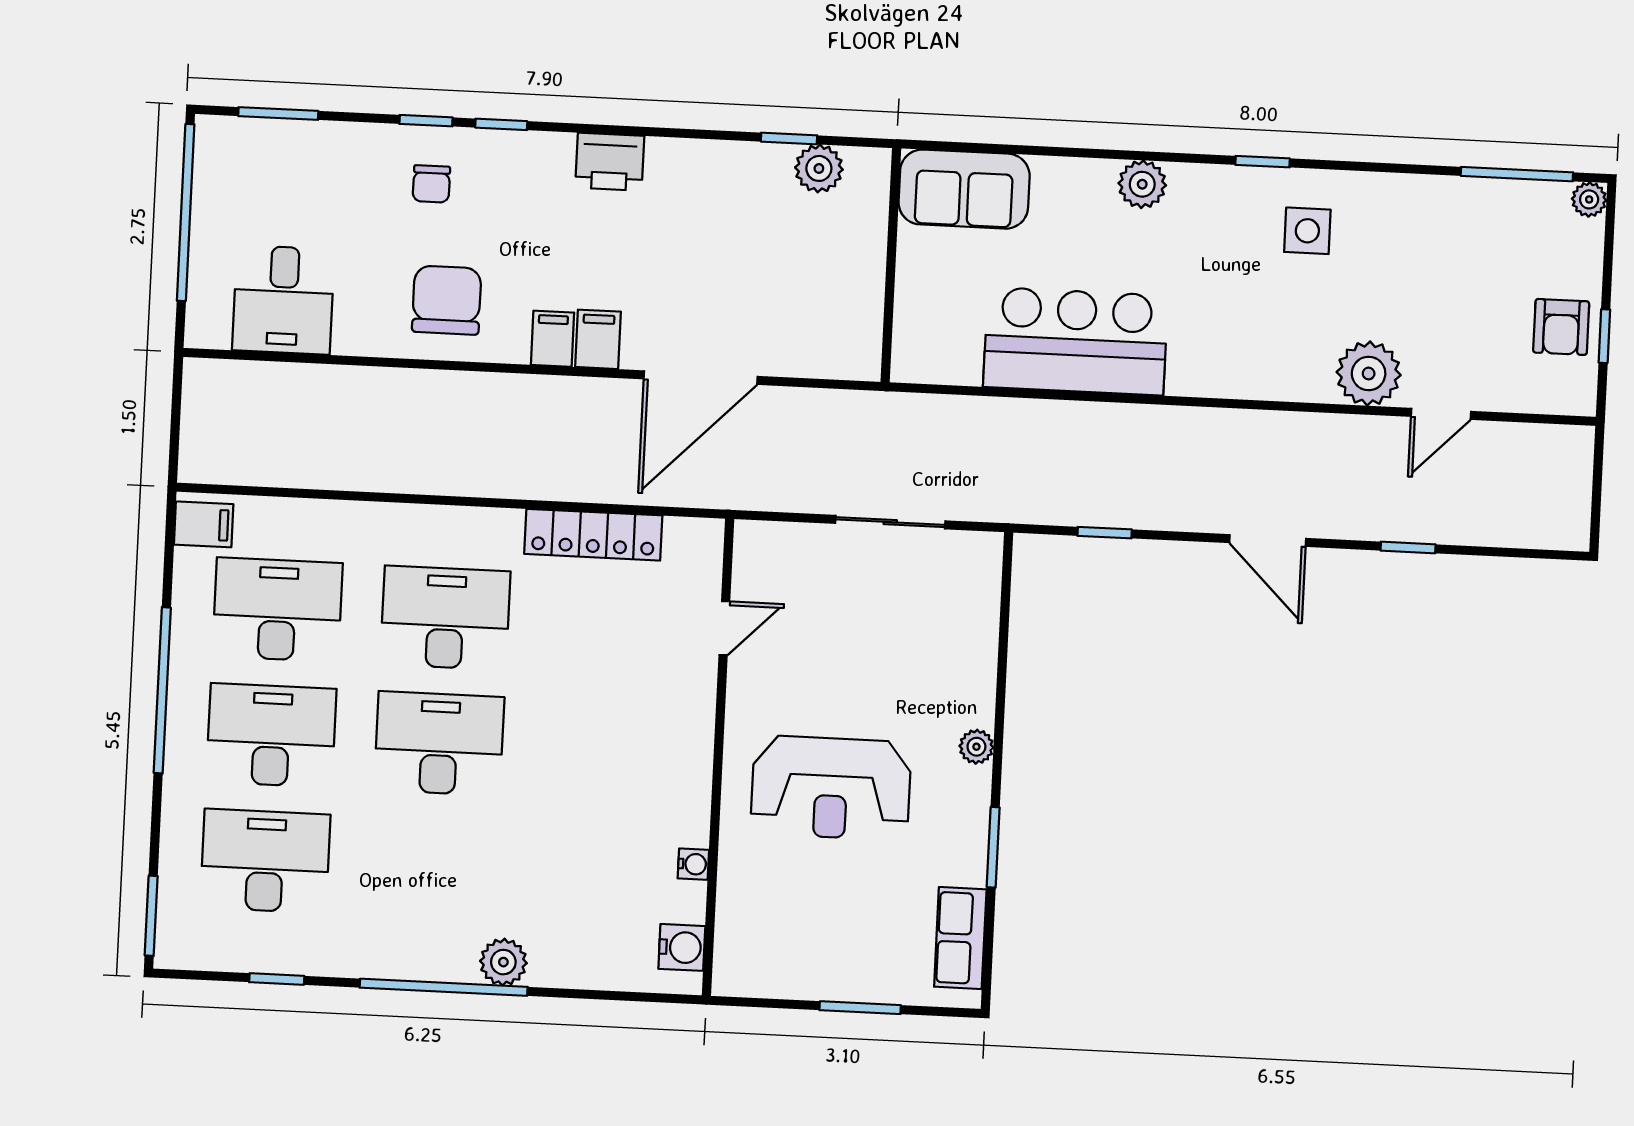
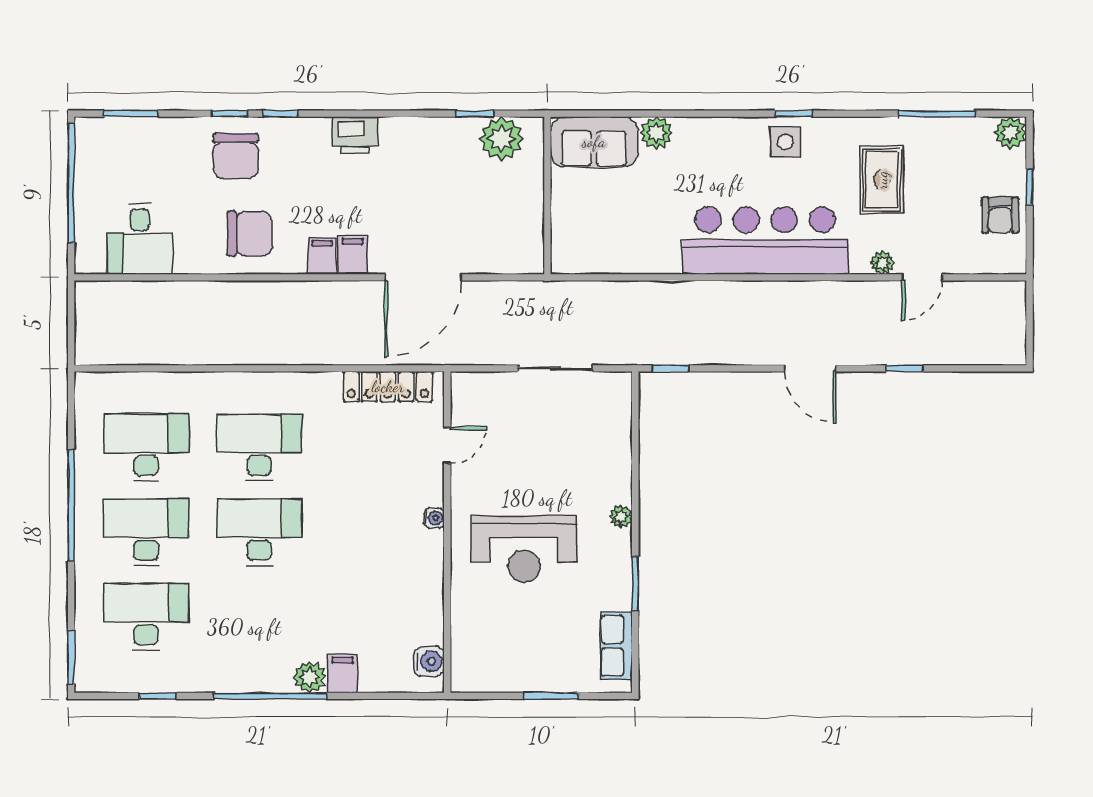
plant: (819, 168) -> (502, 139), width x1.36, depth x1.36
window: (1517, 174) -> (937, 114), moved
chair: (431, 184) -> (236, 156), width x1.87, depth x1.87
plant: (1142, 184) -> (656, 133), moved
plant: (1589, 199) -> (1010, 133), width x1.38, depth x1.38
side table: (1307, 231) -> (785, 142), moved
rug: (1388, 266) -> (882, 180), added
chair: (447, 300) -> (250, 234), turned 90
window: (1604, 336) -> (1029, 187), moved
bar counter: (1076, 341) -> (765, 241), moved, width x1.36
plant: (1369, 373) -> (882, 263), width x0.53, depth x0.53
filing cabinet: (204, 524) -> (342, 674), moved, turned -90
window: (1105, 533) -> (671, 368), moved
locker: (593, 535) -> (388, 387), moved
water cooler: (693, 864) -> (434, 518), moved

